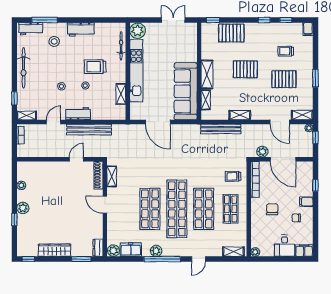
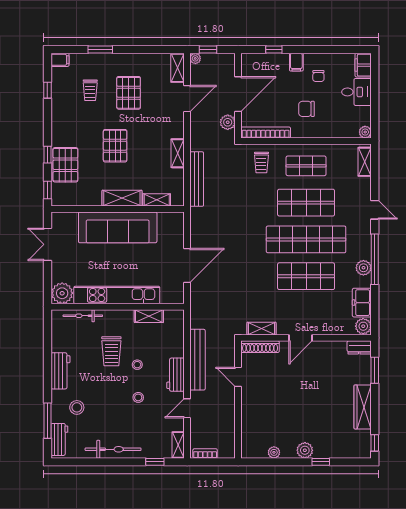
window: (264, 20) -> (47, 155), moved
window: (316, 78) -> (100, 50), moved
sofa: (186, 91) -> (118, 227), moved
door: (54, 122) -> (187, 408), hinge flipped

